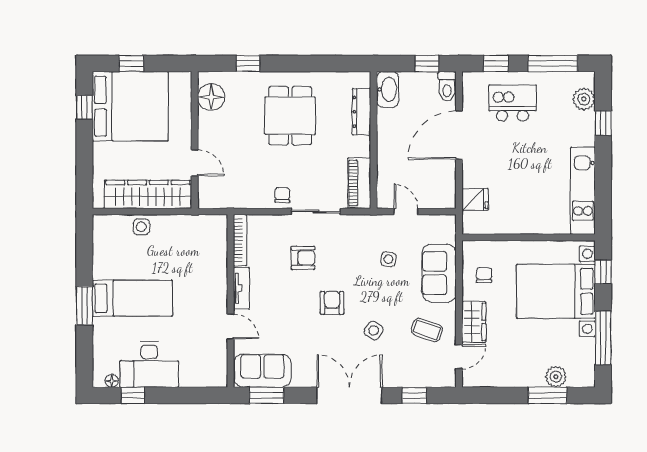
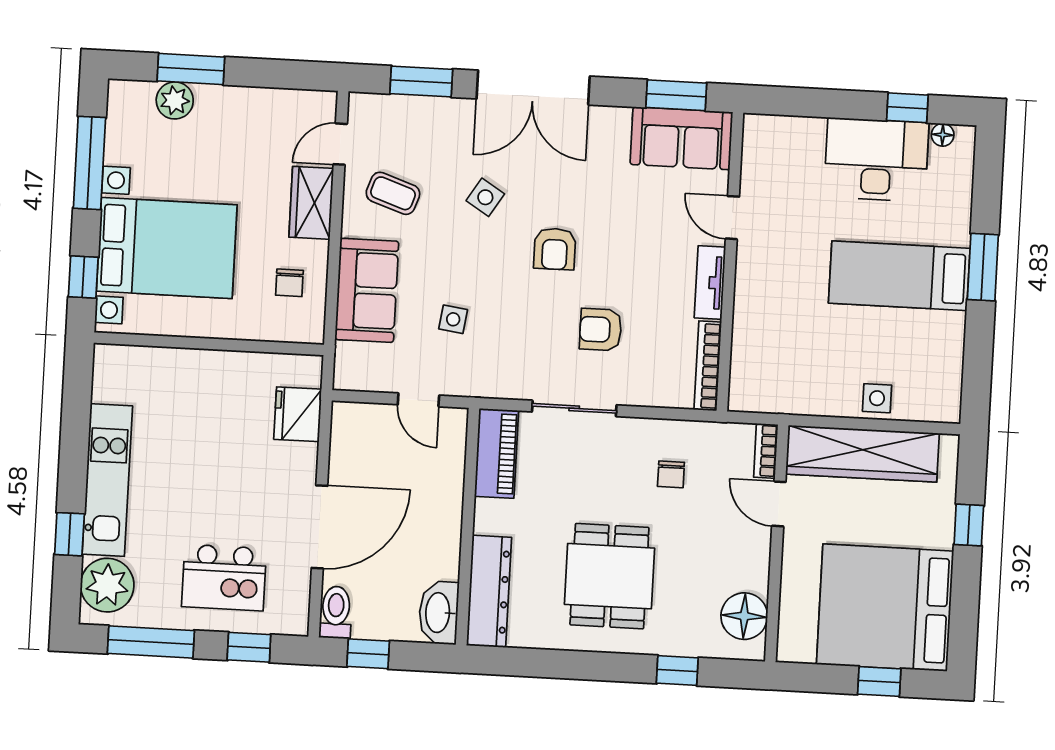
plant: (584, 99) -> (107, 585), width x1.36, depth x1.36
window: (84, 107) -> (969, 525), moved
dresser: (361, 112) -> (489, 591), width x1.37, depth x1.24
kitchen unit: (583, 191) -> (107, 480), moved
bookcase: (204, 193) -> (766, 451), added
chair: (282, 195) -> (671, 474), moved
fridge: (475, 199) -> (298, 414), width x1.38
window: (414, 395) -> (421, 81), width x1.50

